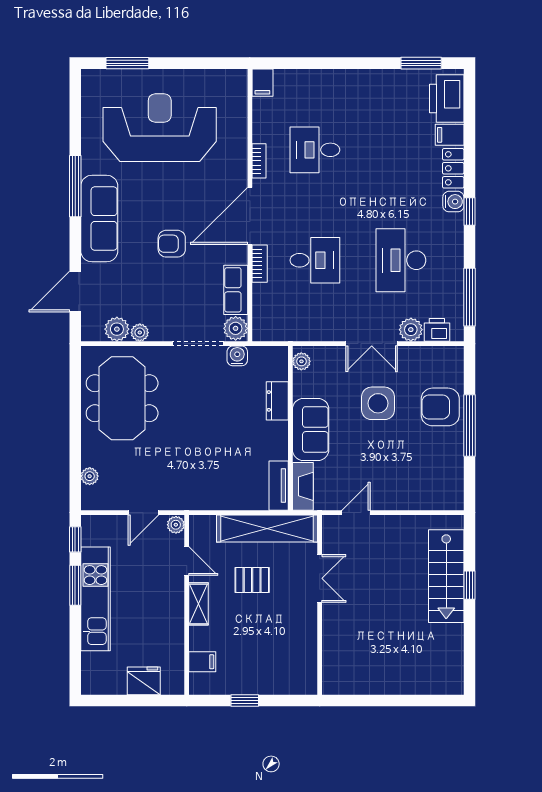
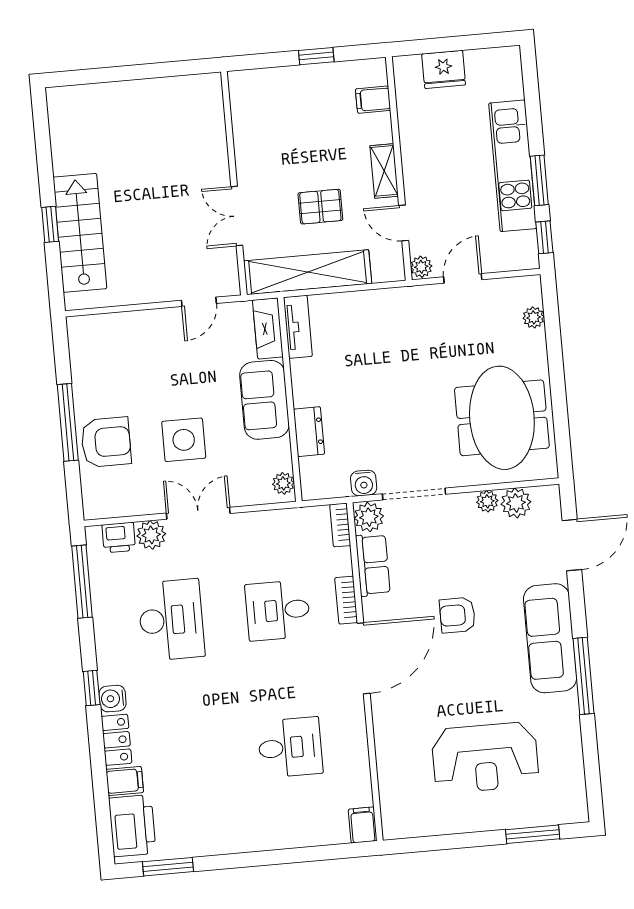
reception desk: (160, 128) -> (485, 758), width x0.74, depth x0.77
bookcase: (259, 161) -> (340, 525), moved
armchair: (172, 244) -> (457, 615), turned 180

